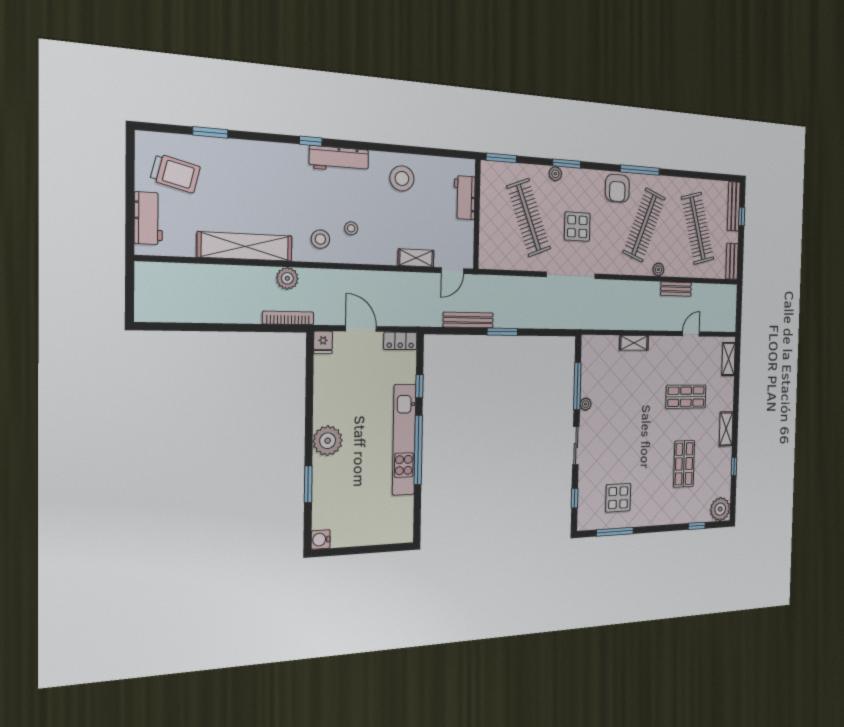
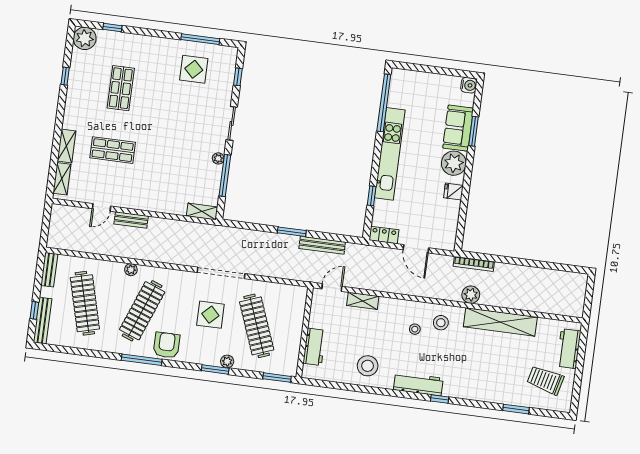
bench: (676, 289) -> (131, 220), moved
fridge: (323, 342) -> (453, 192), moved, turned -90
shelving: (634, 343) -> (202, 212), moved
shelving: (726, 429) -> (66, 146), moved
window: (418, 450) -> (384, 103), moved
sofa: (327, 485) -> (458, 128), added

